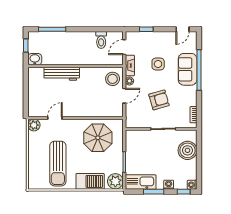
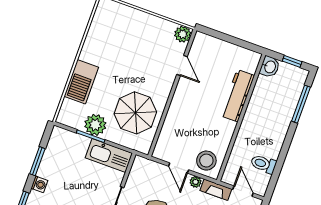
sun lounger: (58, 164) -> (120, 48), removed
plant: (115, 181) -> (95, 125), moved
kitchen sink: (141, 182) -> (109, 156), moved, turned 90

